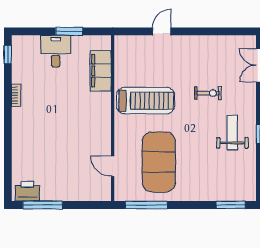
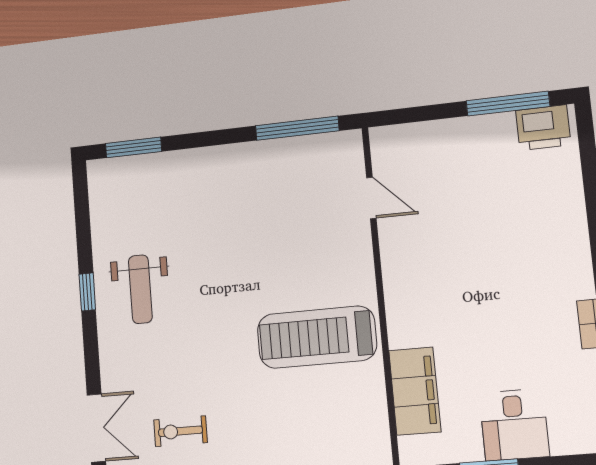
exercise bike: (208, 93) -> (180, 431), moved
exercise mat: (159, 162) -> (280, 216), removed

